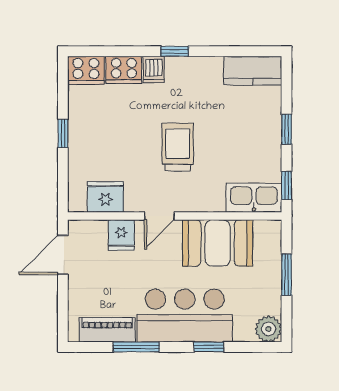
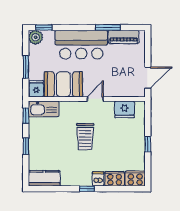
fridge: (121, 235) -> (36, 89), moved
window: (209, 347) -> (44, 27), moved

